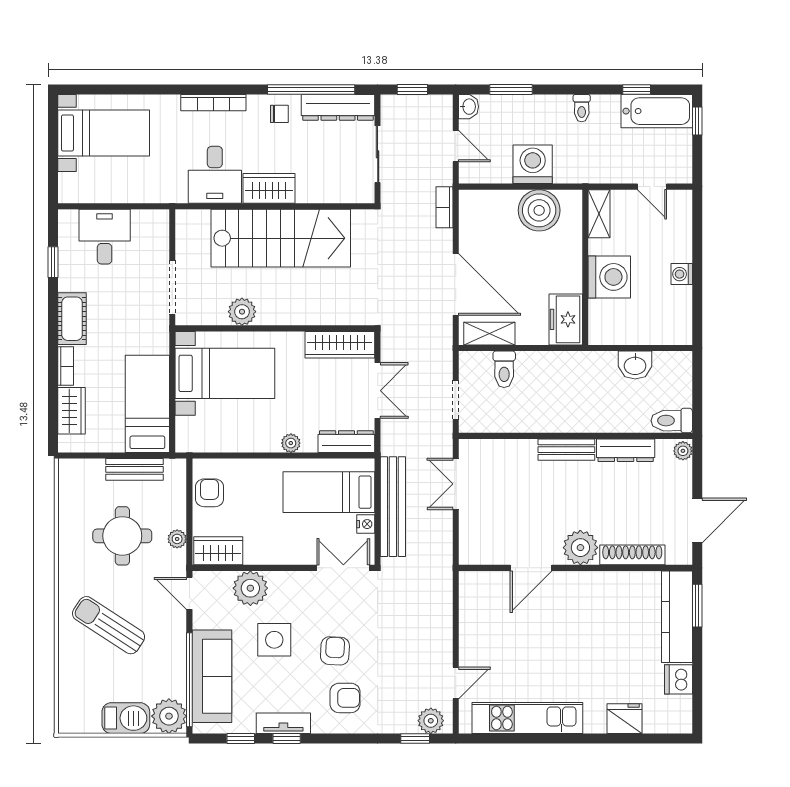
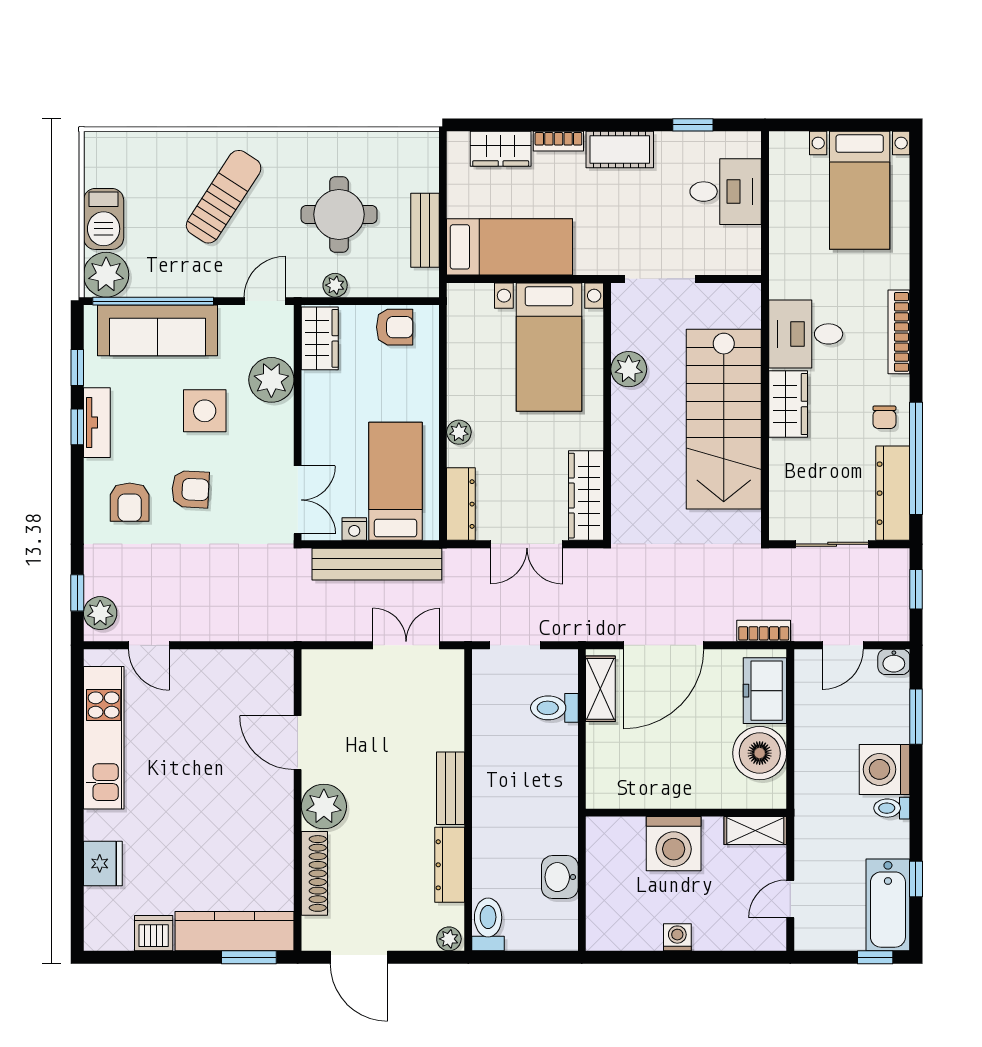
washing machine: (533, 164) -> (885, 769), moved, turned 180
freezer: (566, 319) -> (765, 691), moved, turned -90

